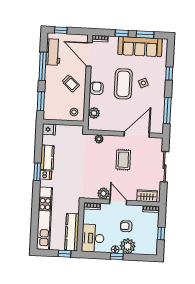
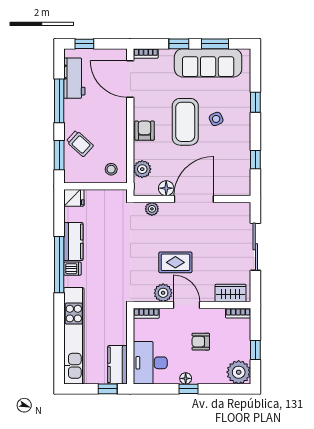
trolley: (71, 83) -> (80, 143), moved
window: (167, 111) -> (255, 160), width x0.46
floor lamp: (109, 126) -> (166, 188), added
door: (137, 134) -> (194, 199), moved
rug: (123, 160) -> (175, 262), moved, turned 90
window: (37, 172) -> (59, 265), width x2.11
kitchen counter: (72, 232) -> (117, 365), width x0.67
plant: (128, 246) -> (239, 372), moved

